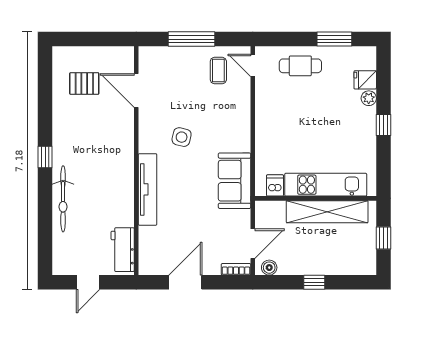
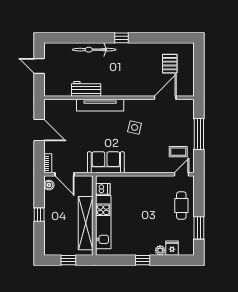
workbench: (123, 250) -> (86, 89), moved

